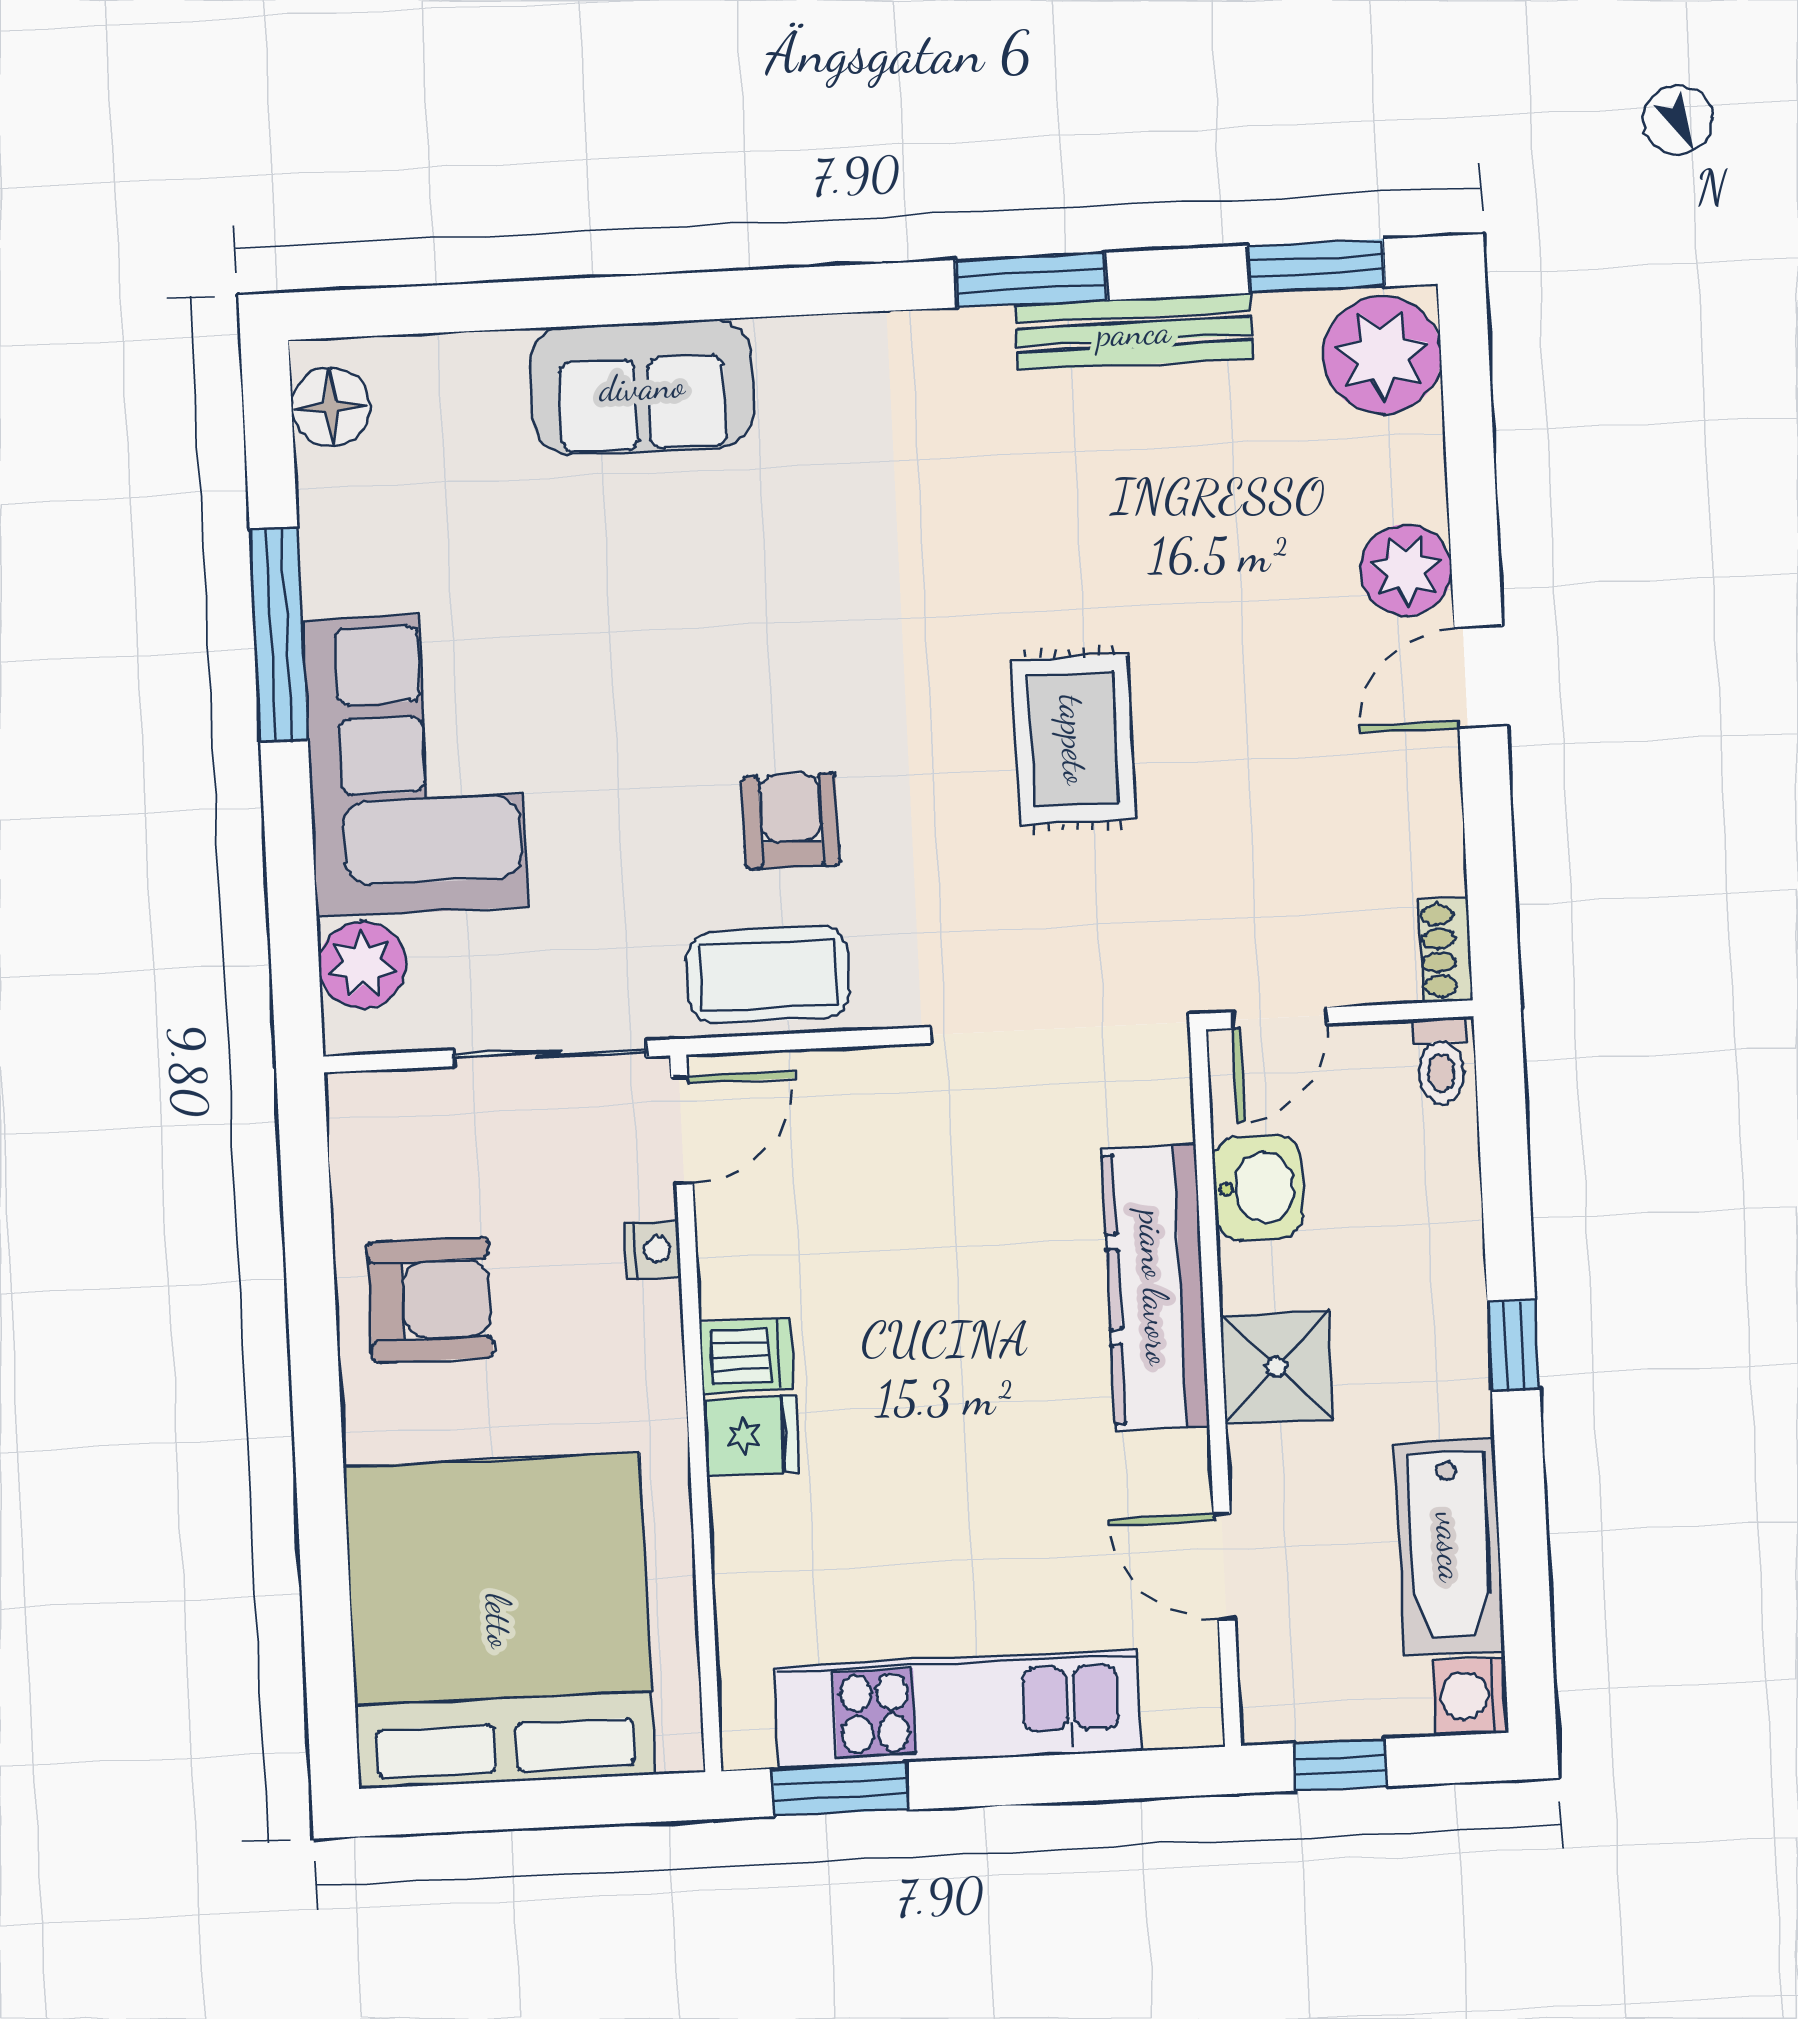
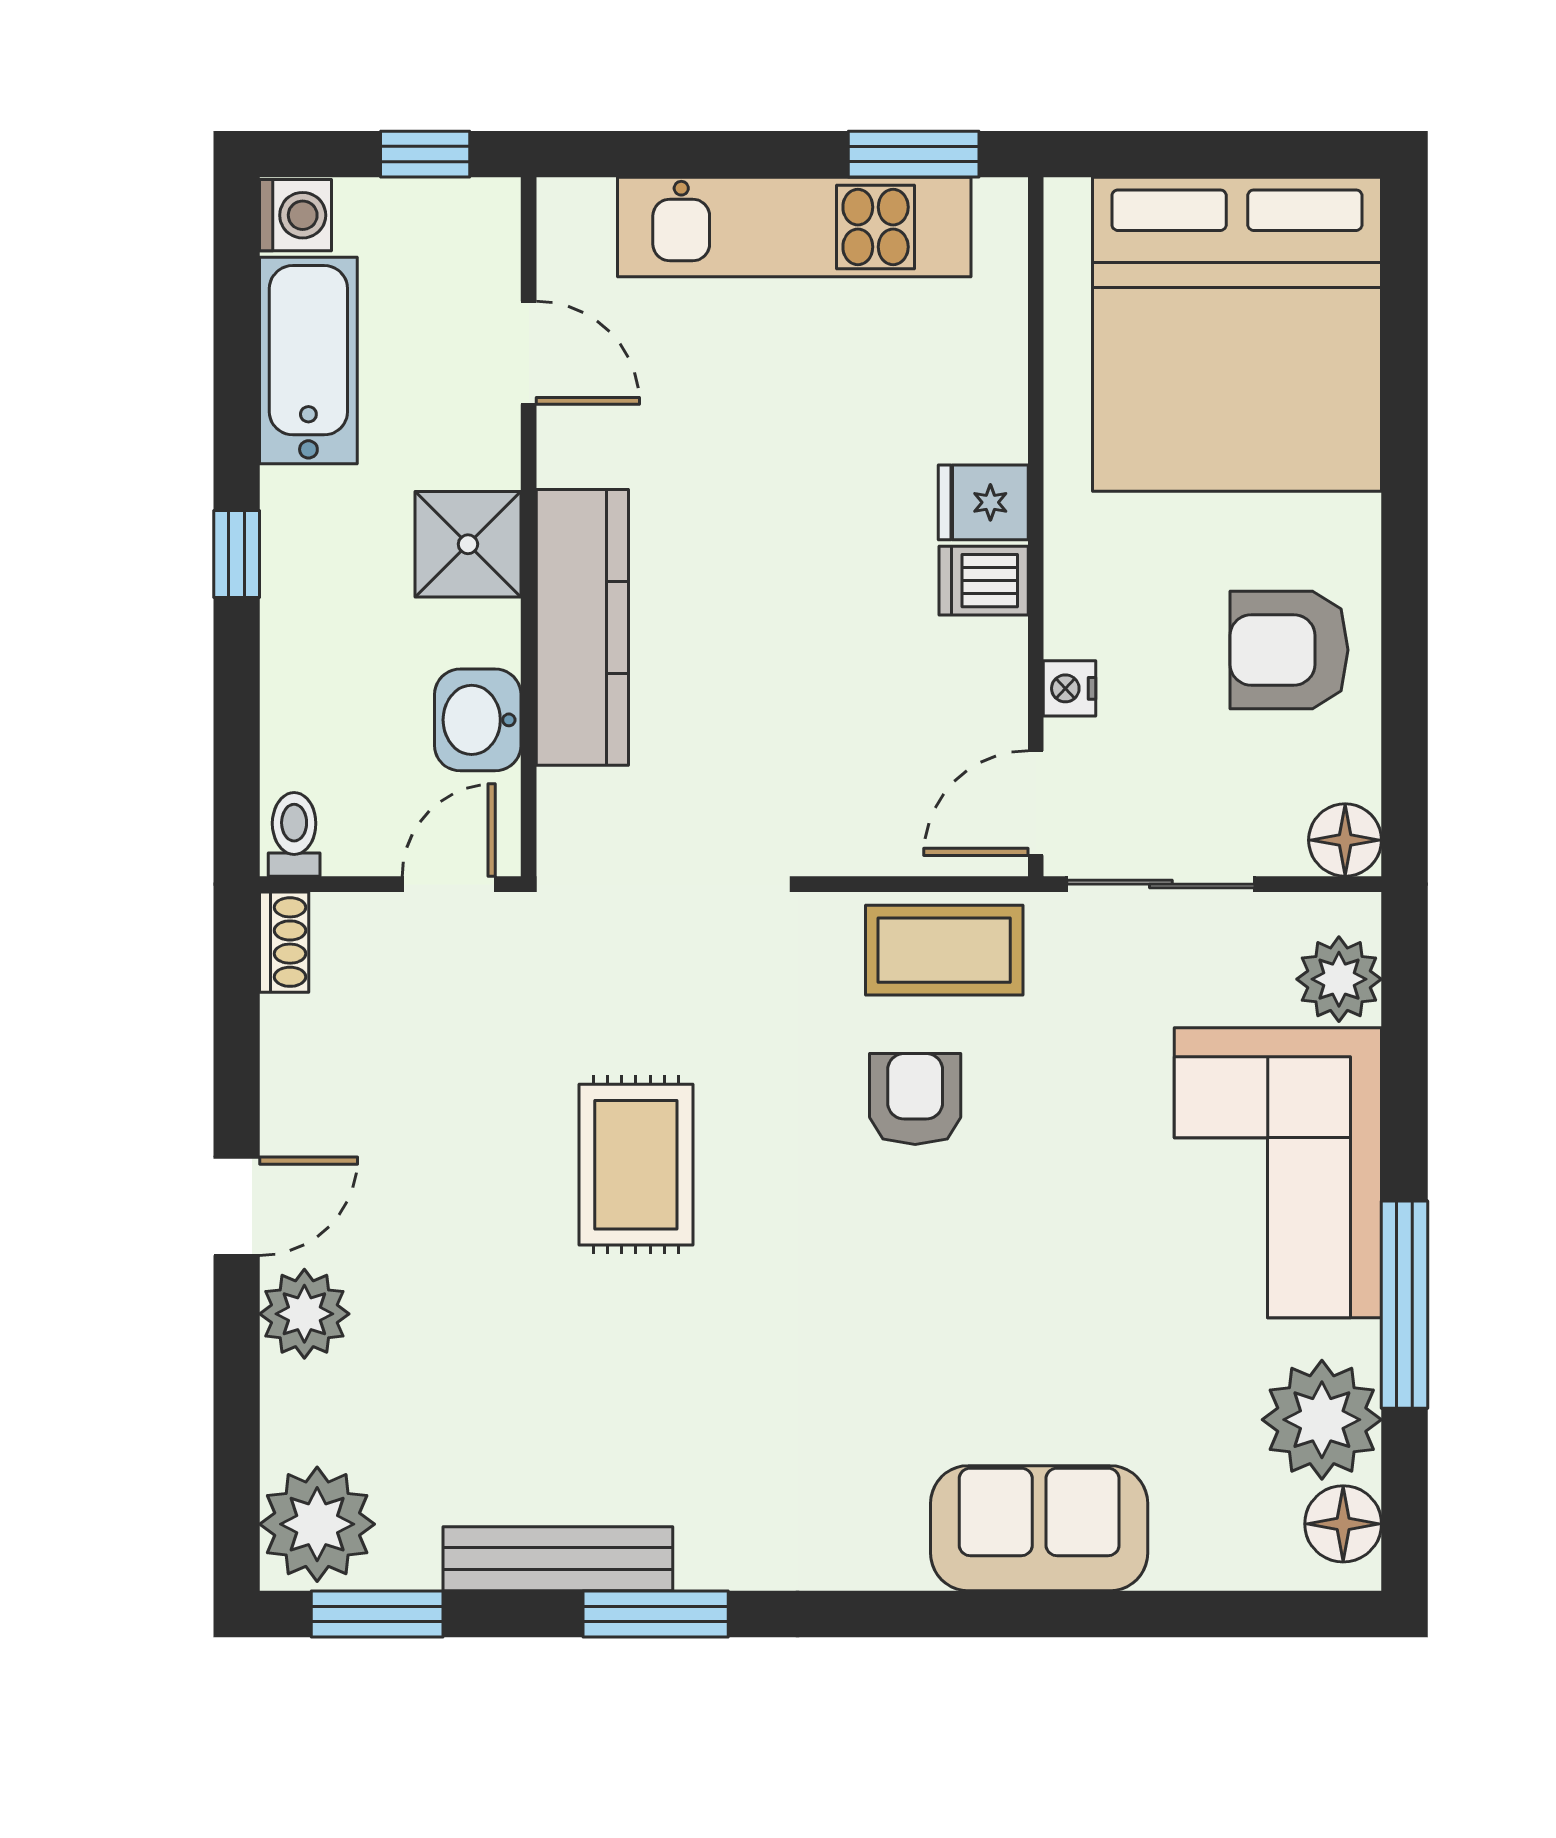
plant: (358, 513) -> (1322, 1420), added
armchair: (791, 821) -> (915, 1099), turned 180
floor lamp: (363, 1108) -> (1345, 840), added

